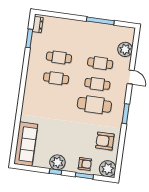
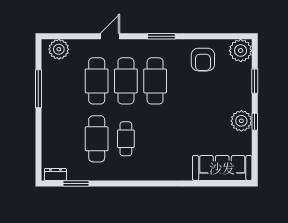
plant: (125, 49) -> (59, 49), moved
cafe table: (59, 57) -> (97, 139), width x1.37, depth x1.35
cafe table: (100, 63) -> (97, 81), width x1.37, depth x1.35
cafe table: (97, 84) -> (126, 81), width x1.37, depth x1.35
armchair: (85, 164) -> (238, 83), removed

